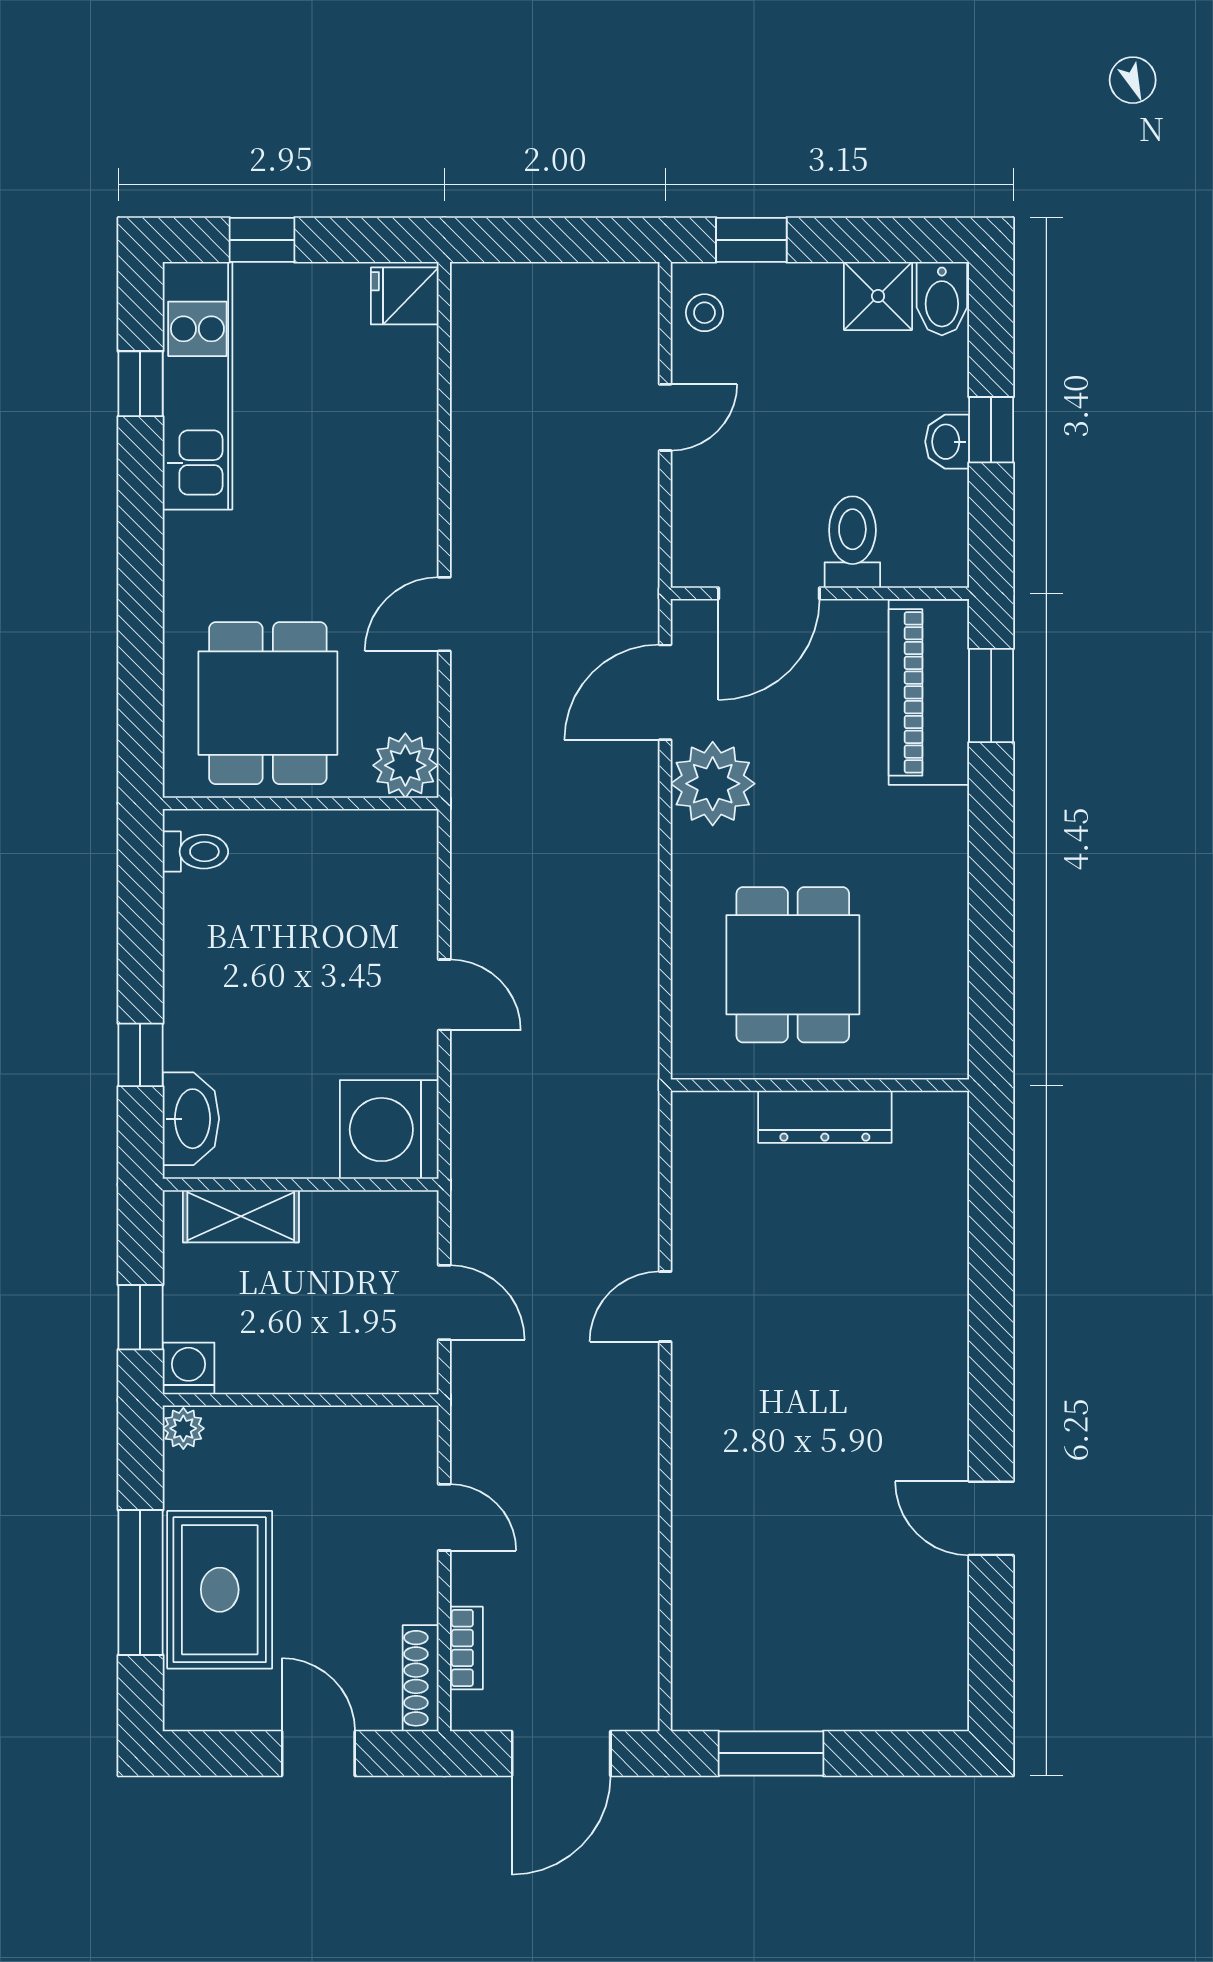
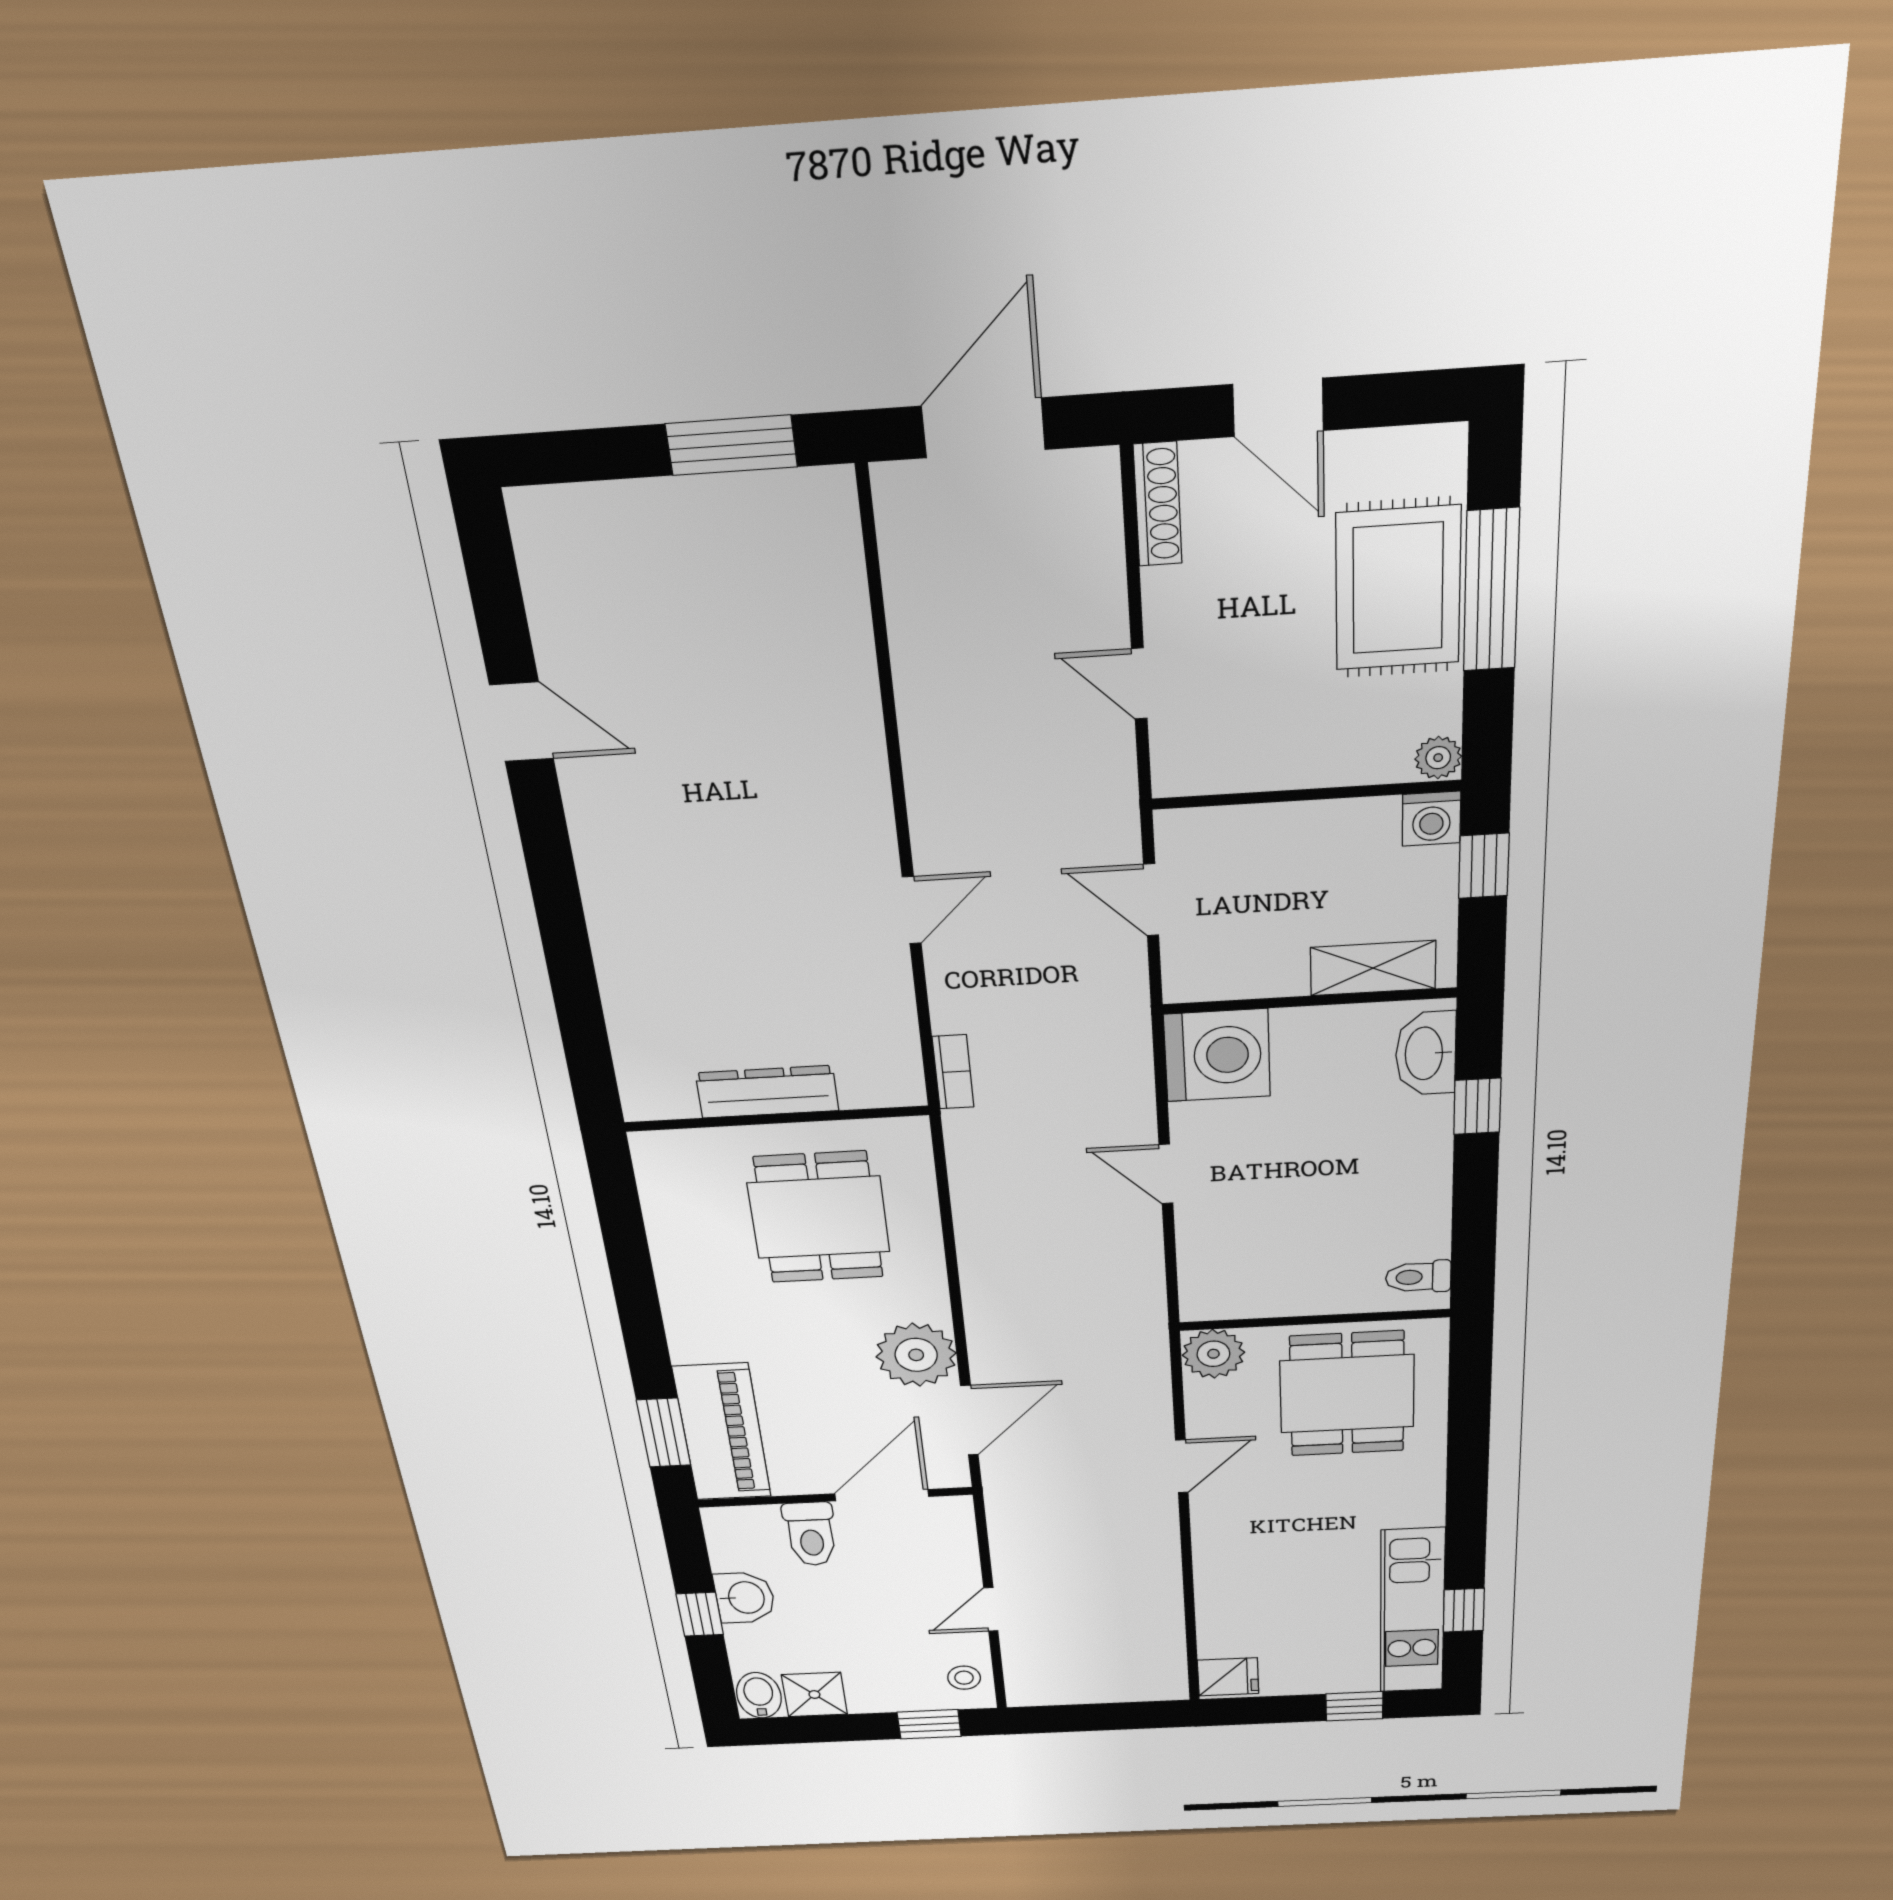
washbasin: (947, 442) -> (745, 1598), width x1.38, depth x1.45
bookcase: (466, 1648) -> (953, 1072), moved, turned 180

